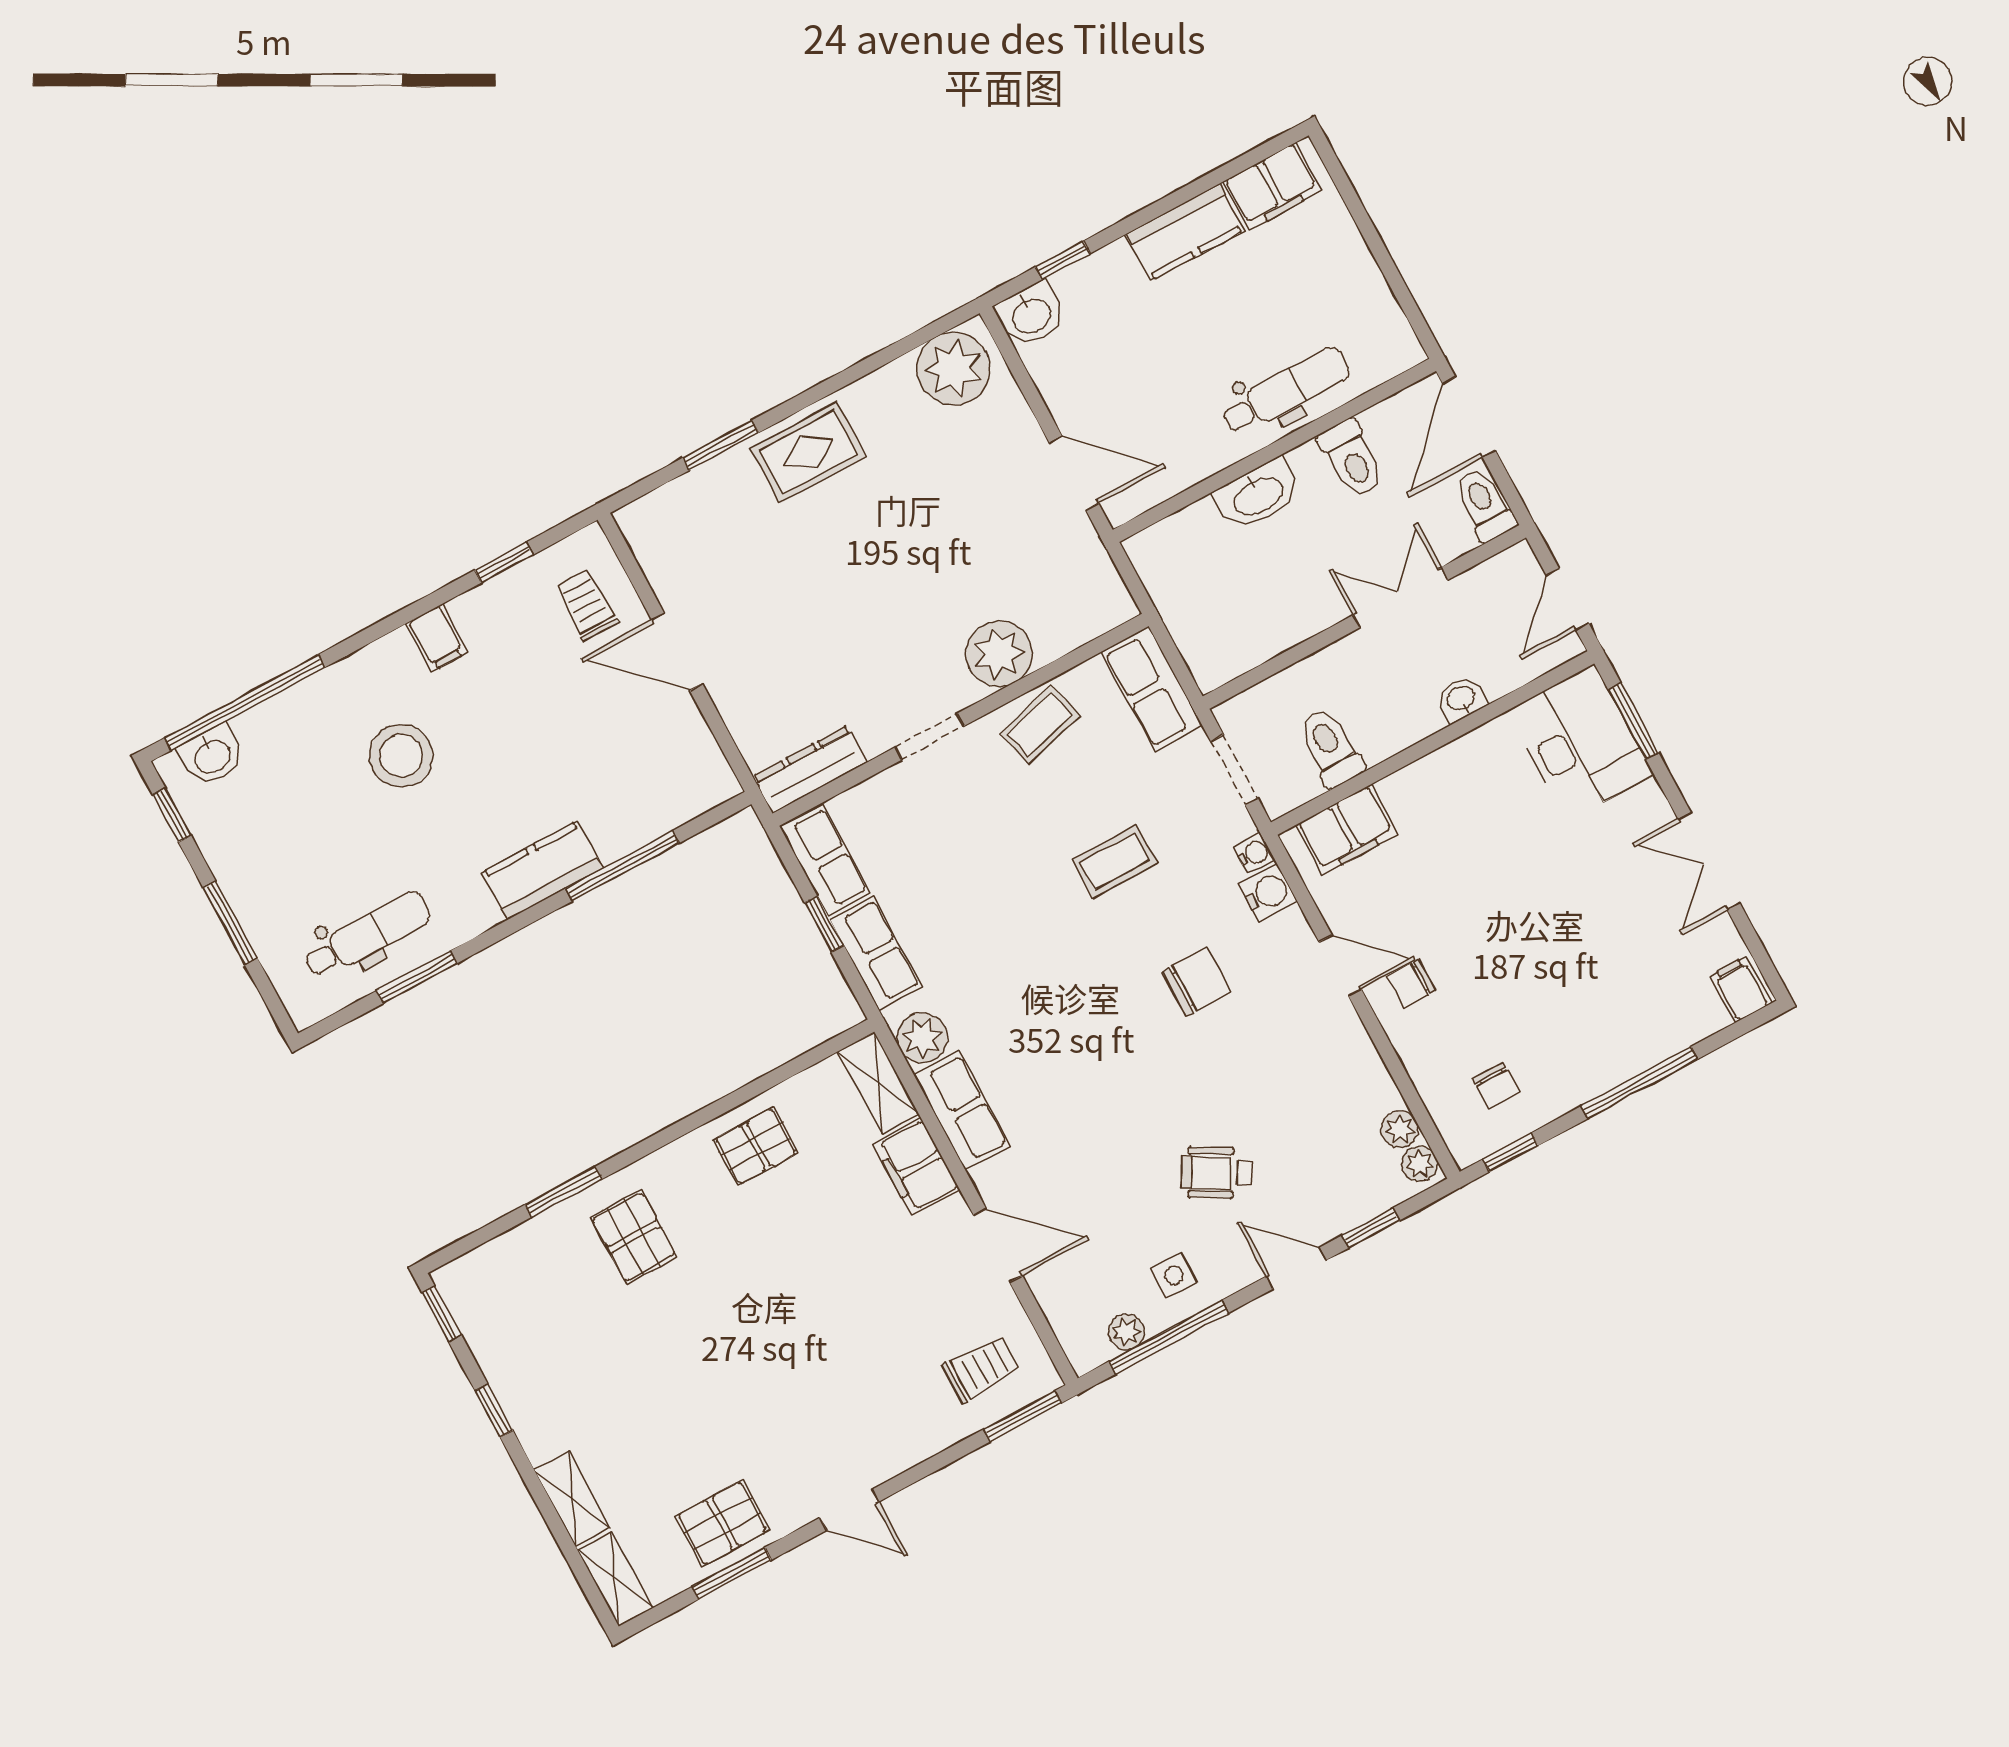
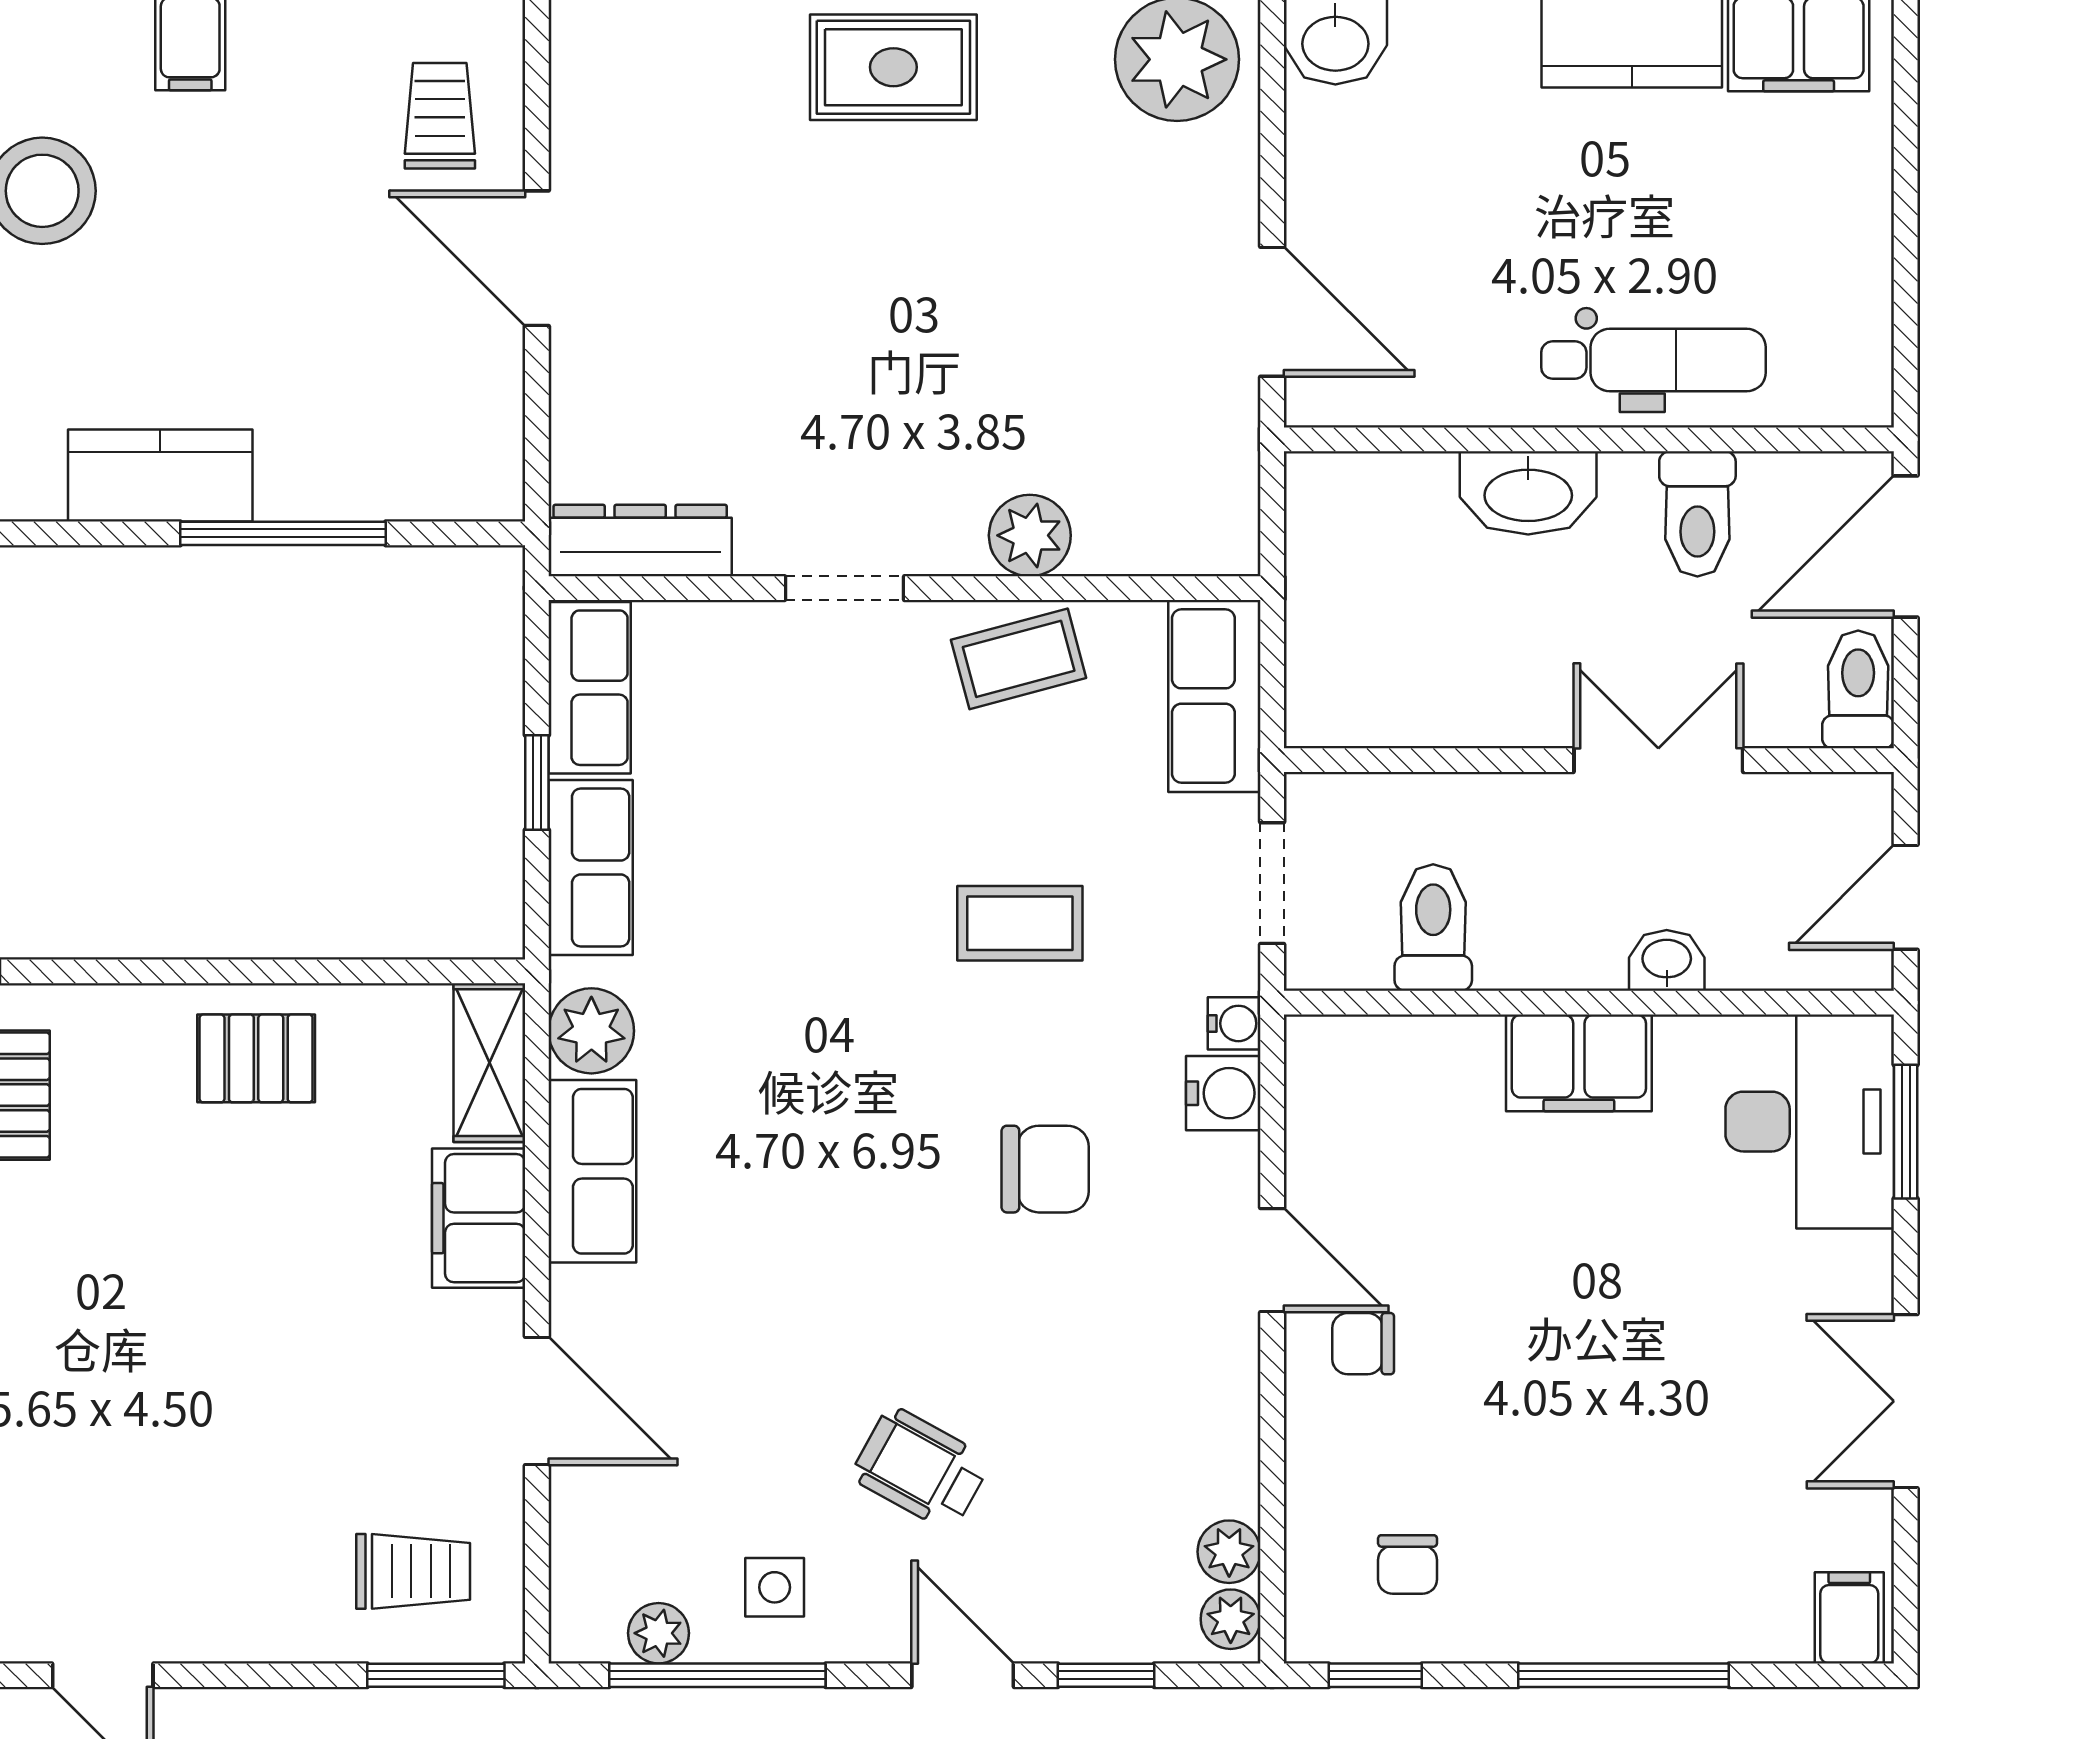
plant: (999, 654) -> (1030, 535), width x0.73, depth x0.73
filing cabinet: (1347, 830) -> (1579, 1063), moved

